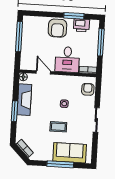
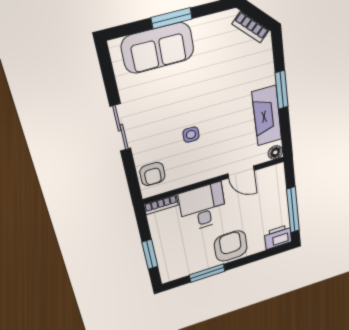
printer: (82, 25) -> (278, 237), moved
window: (101, 42) -> (150, 254), width x0.69
coffee table: (58, 127) -> (193, 90), removed
window: (60, 164) -> (172, 18), width x0.69

